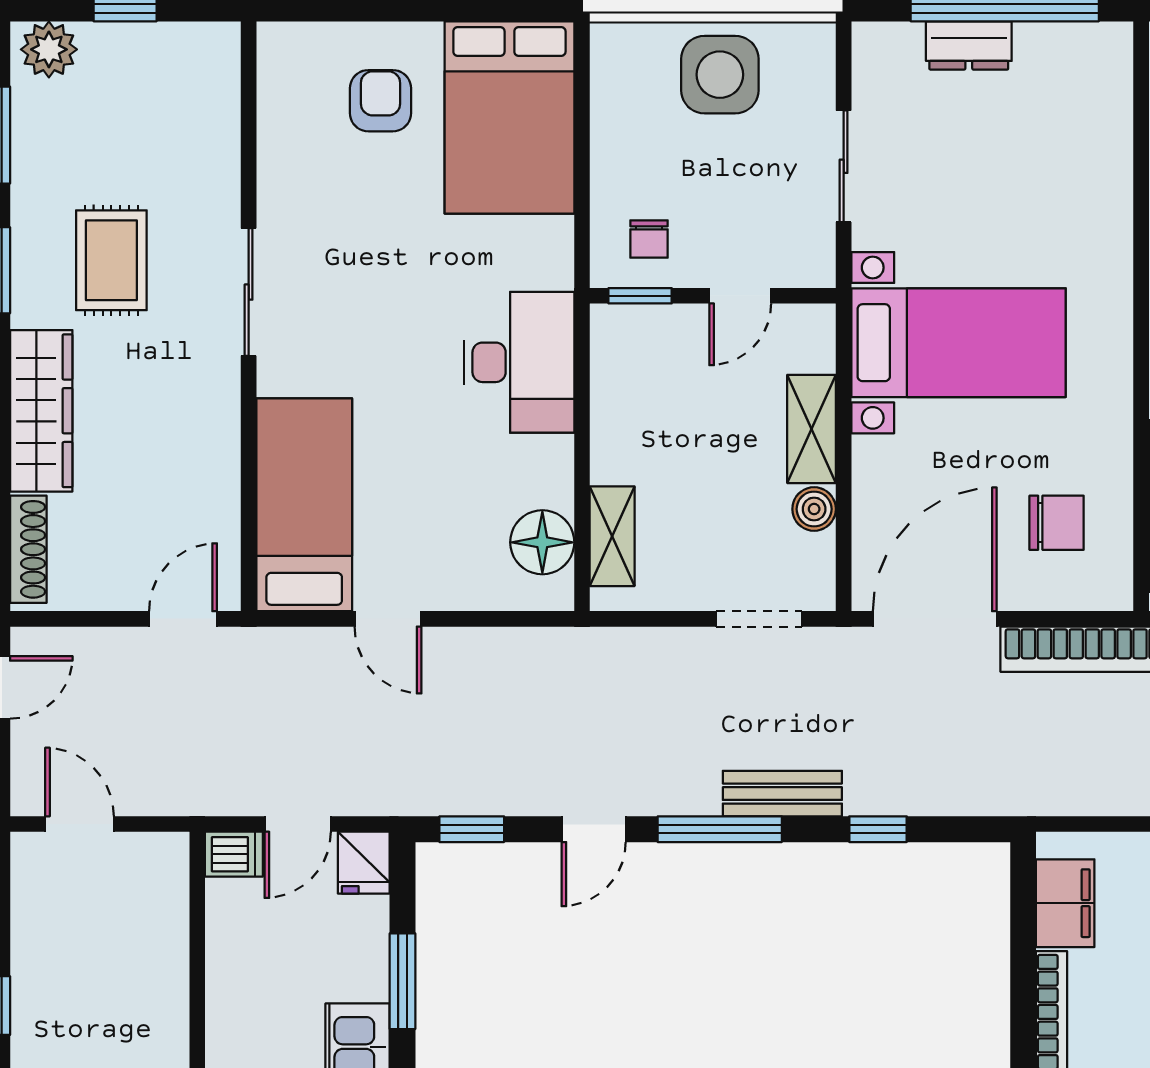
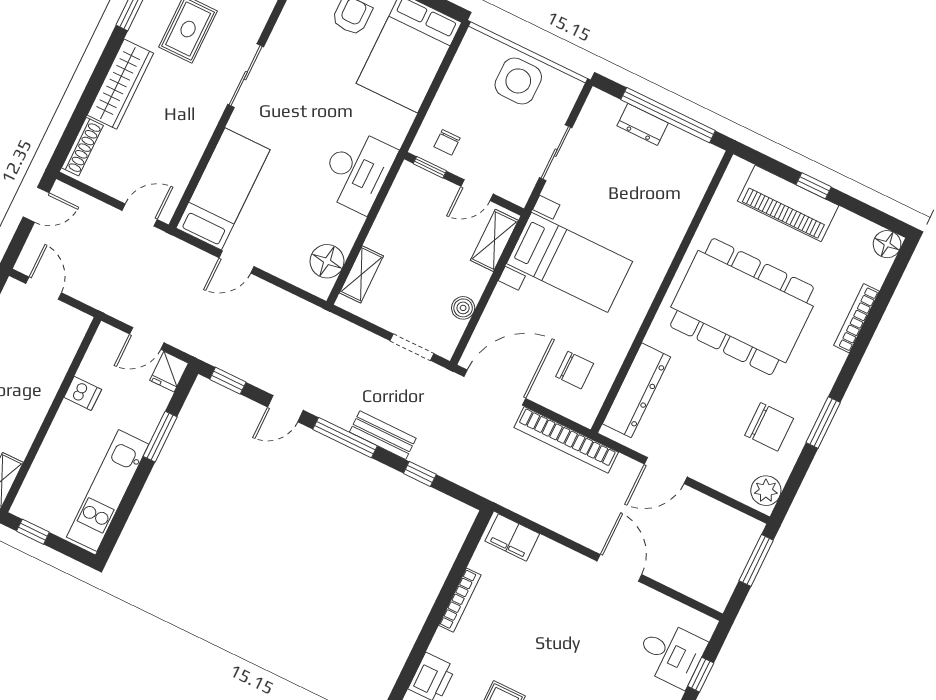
shelving: (812, 429) -> (494, 240), moved
door: (388, 619) -> (236, 262), hinge flipped
dishwasher: (234, 854) -> (83, 393), moved
filing cabinet: (1065, 903) -> (512, 537), moved, turned 90

